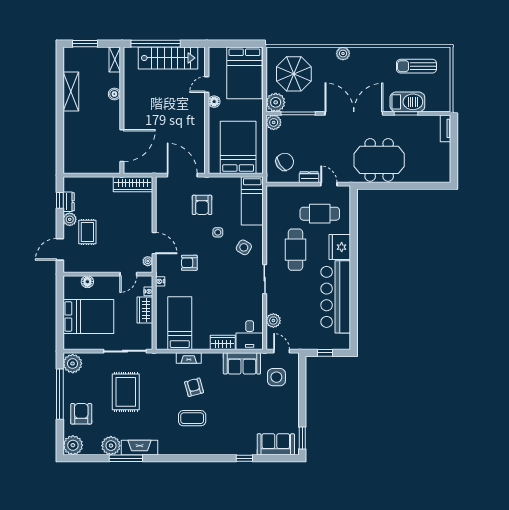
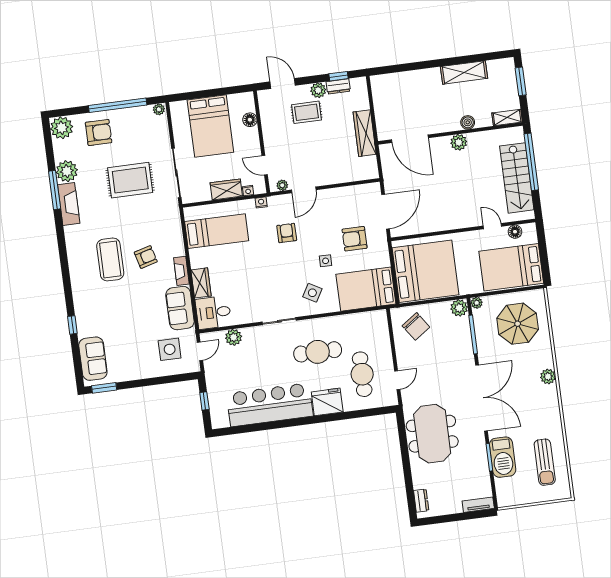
sun lounger: (416, 66) -> (545, 462), turned 180
floor lamp: (214, 102) -> (515, 232), moved
plant: (276, 102) -> (477, 303), width x0.53, depth x0.53
plant: (131, 104) -> (459, 142), added
bed: (238, 147) -> (425, 271), width x1.36
dresser: (309, 177) -> (421, 501), moved
wardrobe: (133, 184) -> (365, 133), moved
bed: (252, 201) -> (366, 289), width x1.50
fireplace: (189, 358) -> (181, 271), moved
plant: (73, 364) -> (159, 109), width x0.53, depth x0.53
coffee table: (192, 418) -> (110, 259), width x1.36, depth x1.32

